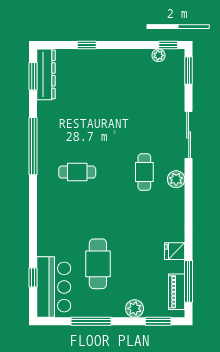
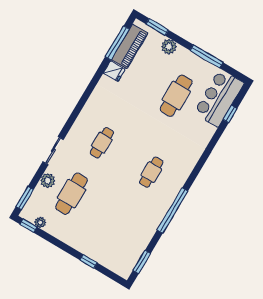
dresser: (46, 74) -> (131, 258), removed
cafe table: (144, 103) -> (72, 194), added
sliding door: (189, 135) -> (53, 151), width x0.73
cafe table: (77, 172) -> (151, 172), turned 90
plant: (176, 179) -> (48, 181), moved
piano: (177, 292) -> (130, 46), width x1.37, depth x1.33

